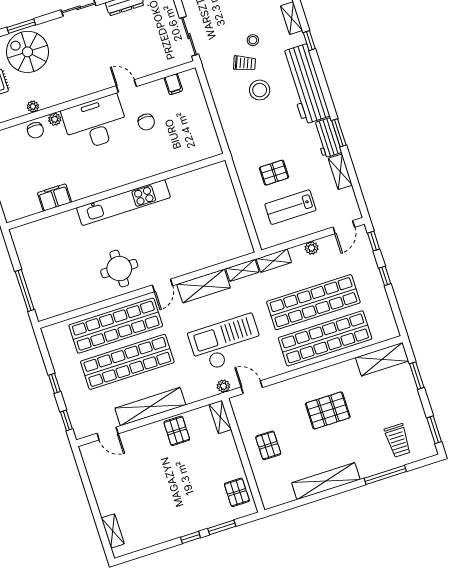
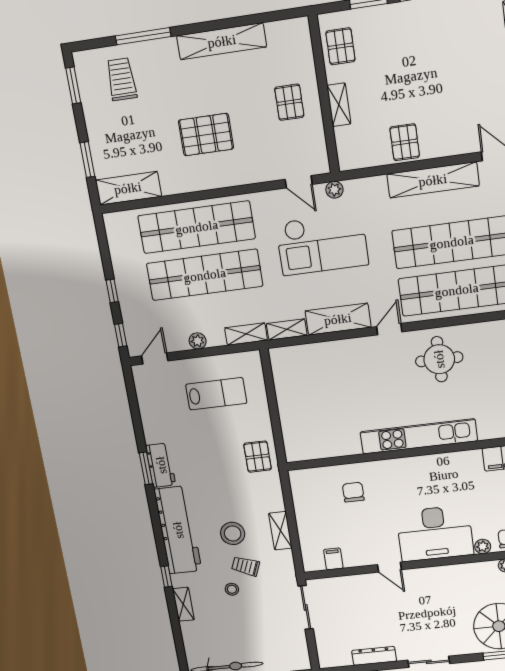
chair: (146, 122) -> (353, 492), moved
shelving: (340, 172) -> (280, 531), moved
pallet: (274, 173) -> (258, 457), moved, turned 90
shelving: (220, 417) -> (339, 105), moved

